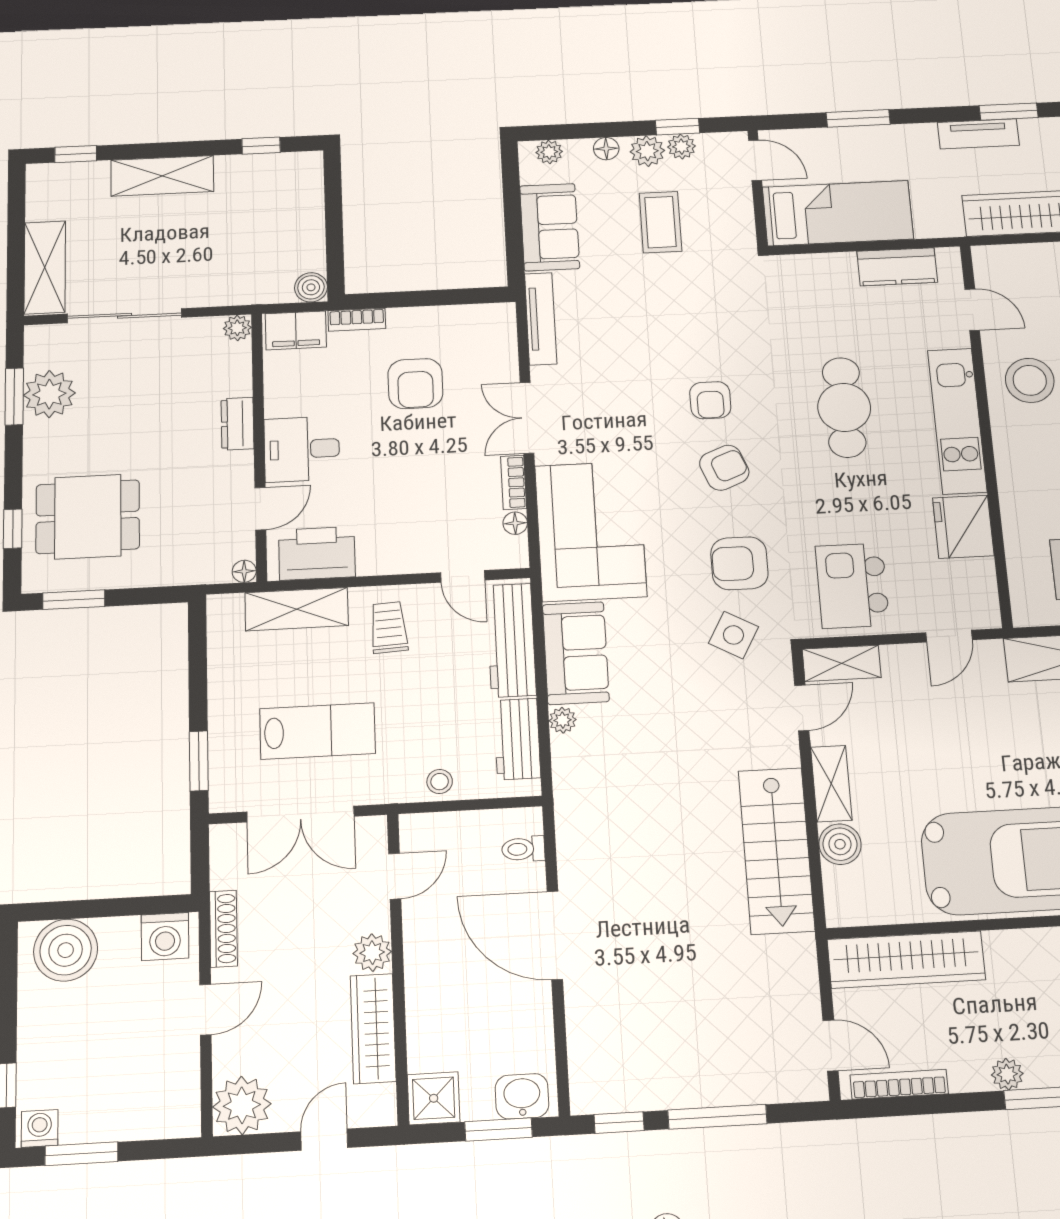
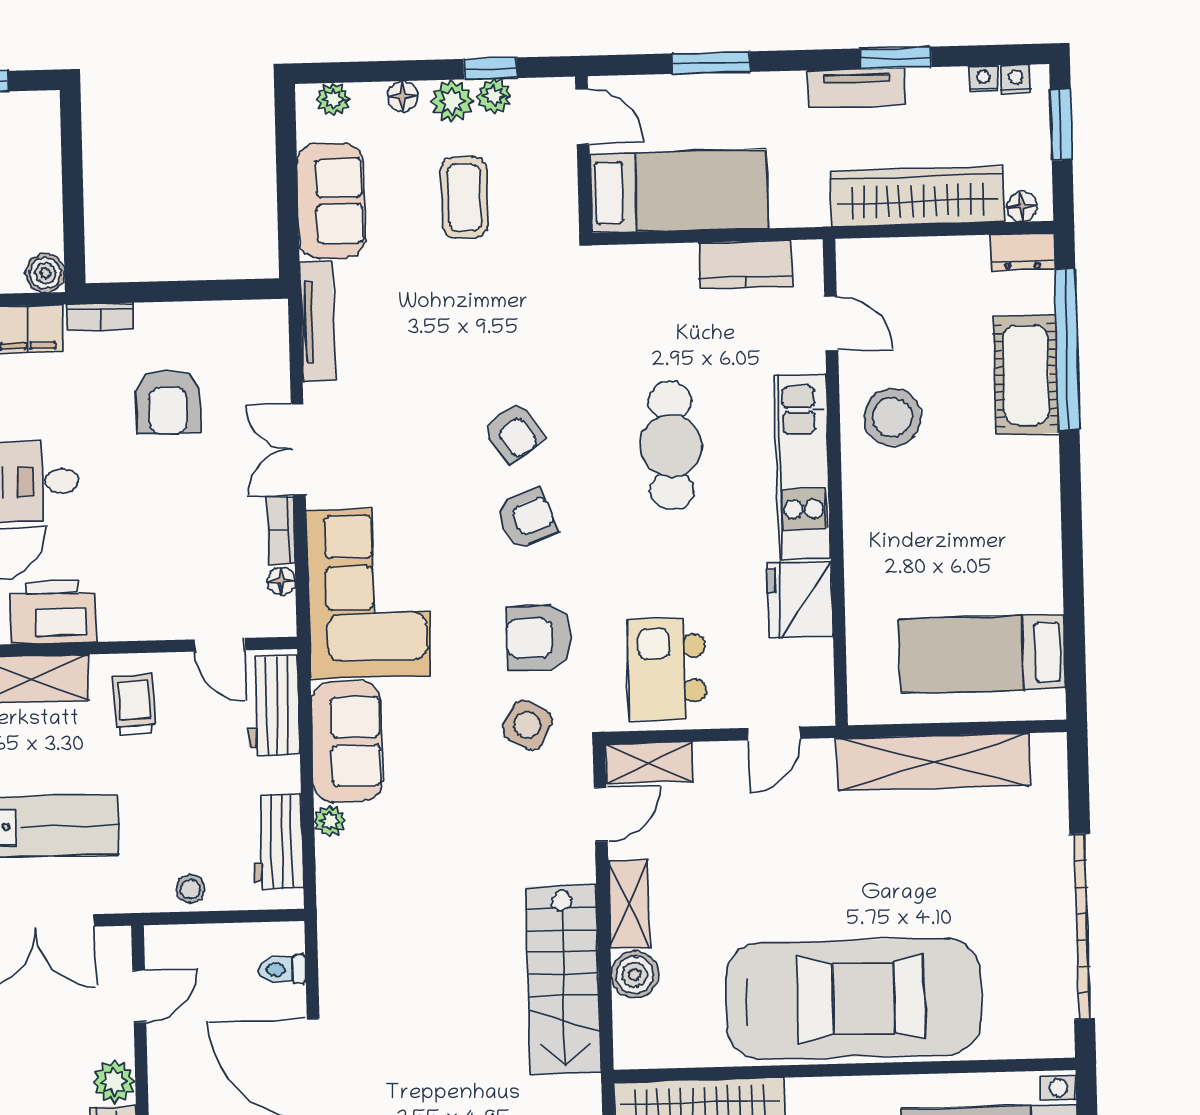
armchair: (710, 400) -> (514, 432), turned -35
workbench: (511, 640) -> (273, 705), width x0.73

